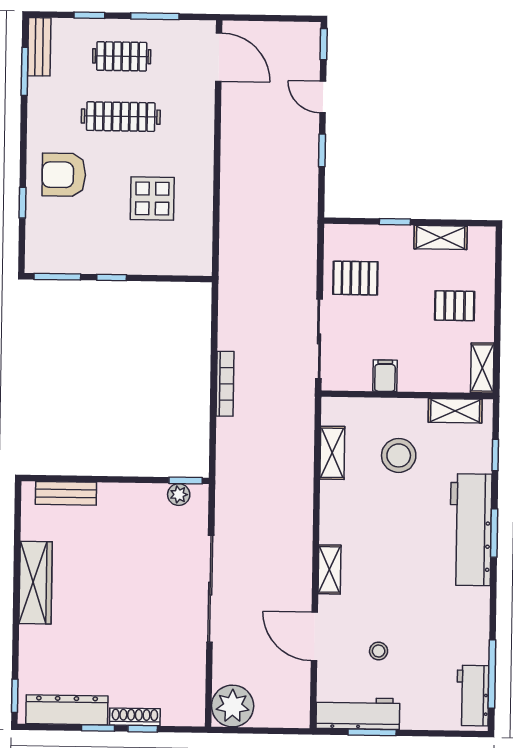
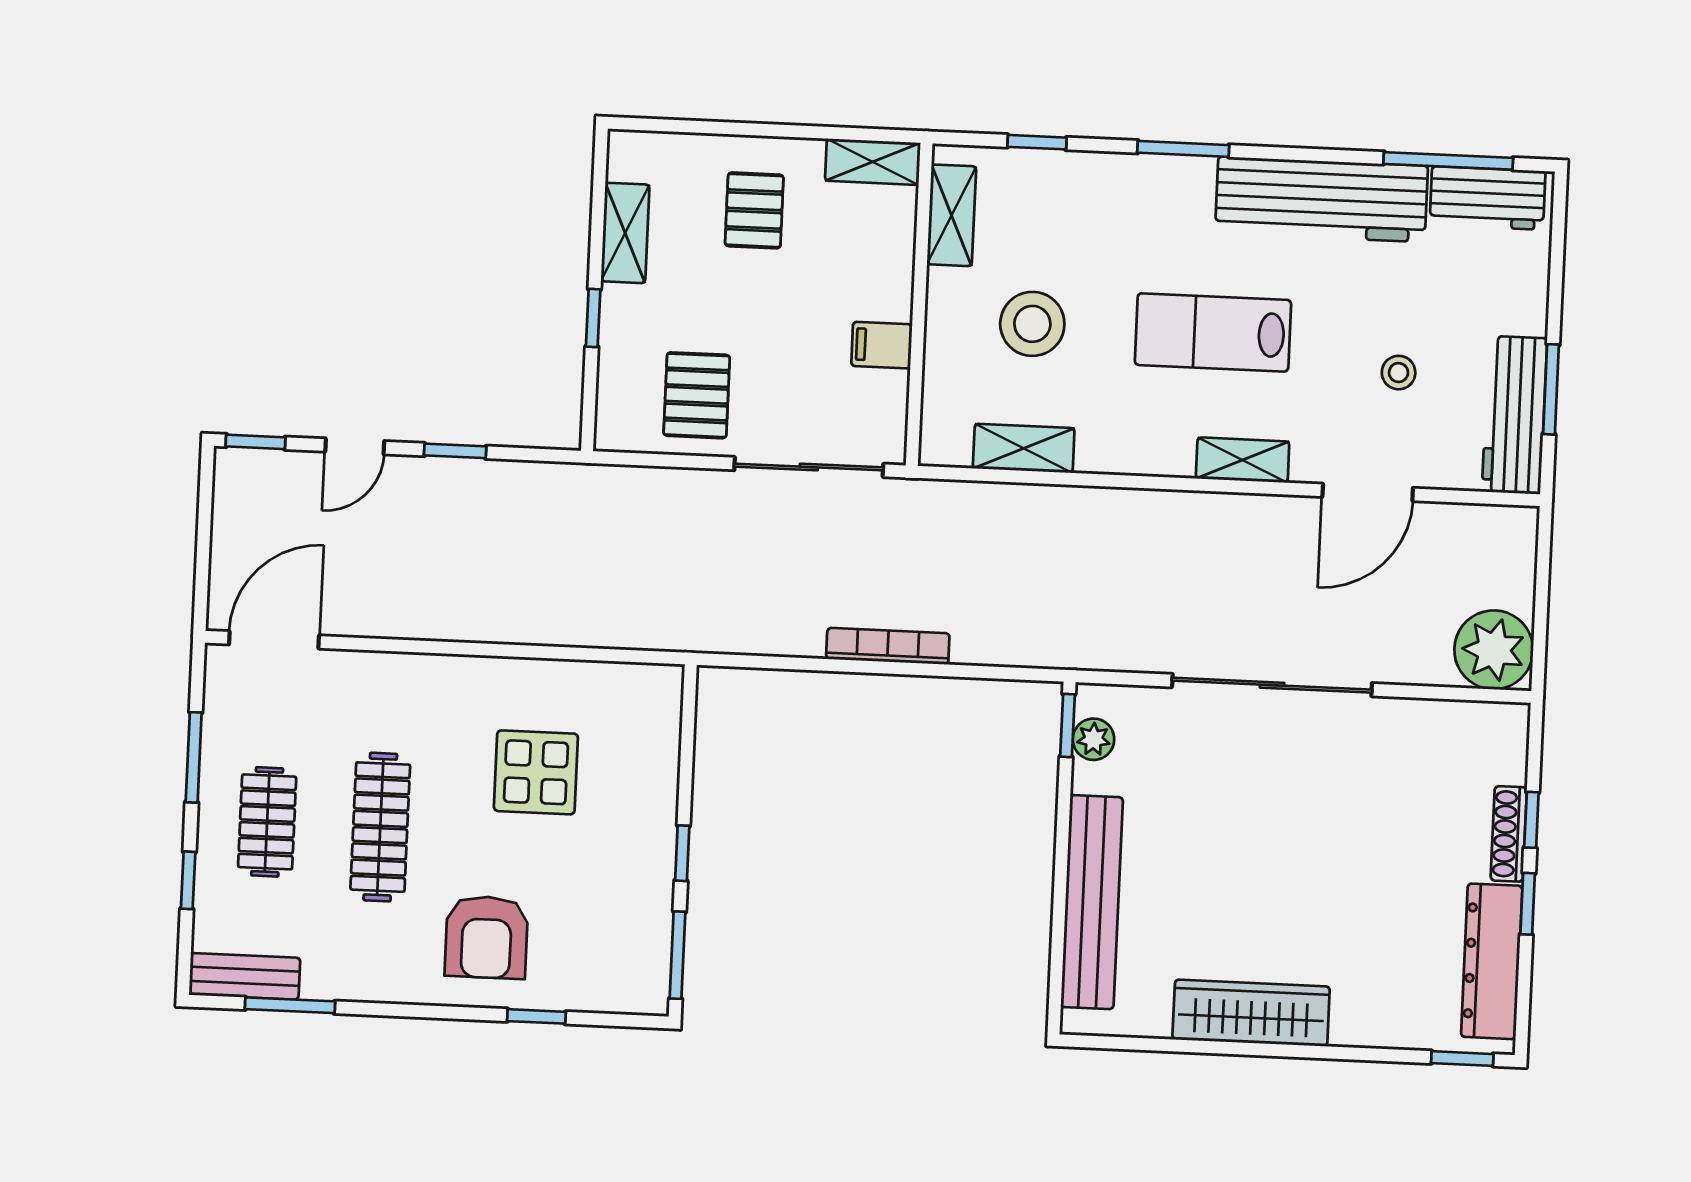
bench: (66, 493) -> (1092, 902), width x1.86, depth x1.21
workbench: (471, 530) -> (1321, 199), moved
lab bench: (397, 552) -> (1213, 332), added

